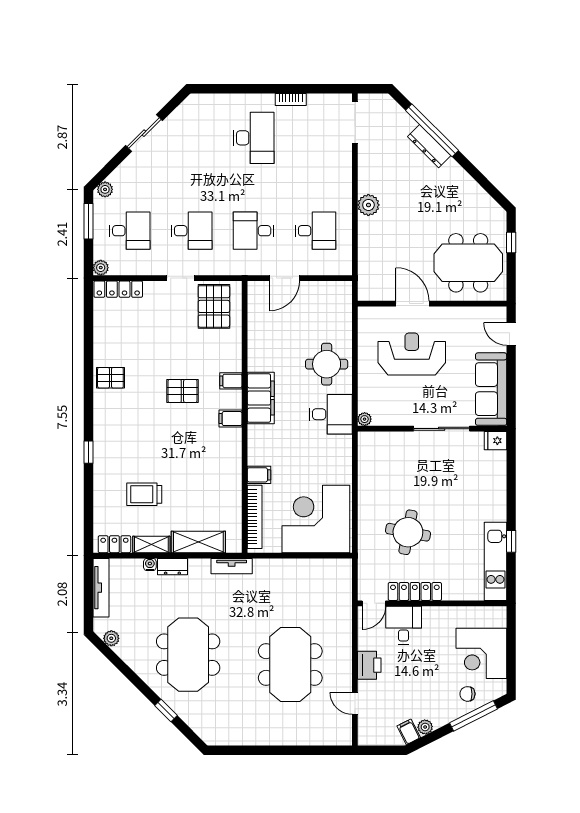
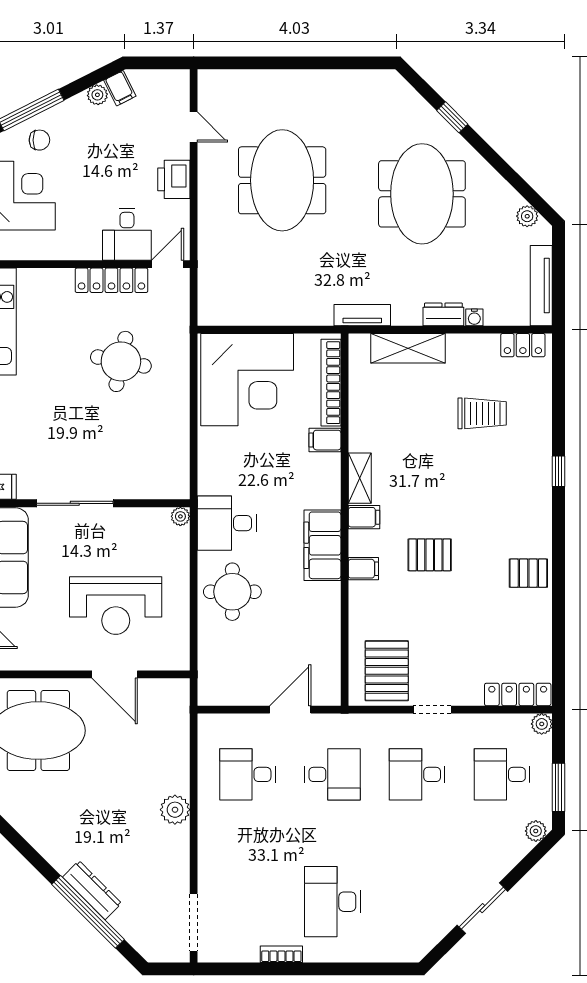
shelving: (151, 544) -> (360, 478), moved, turned 90

